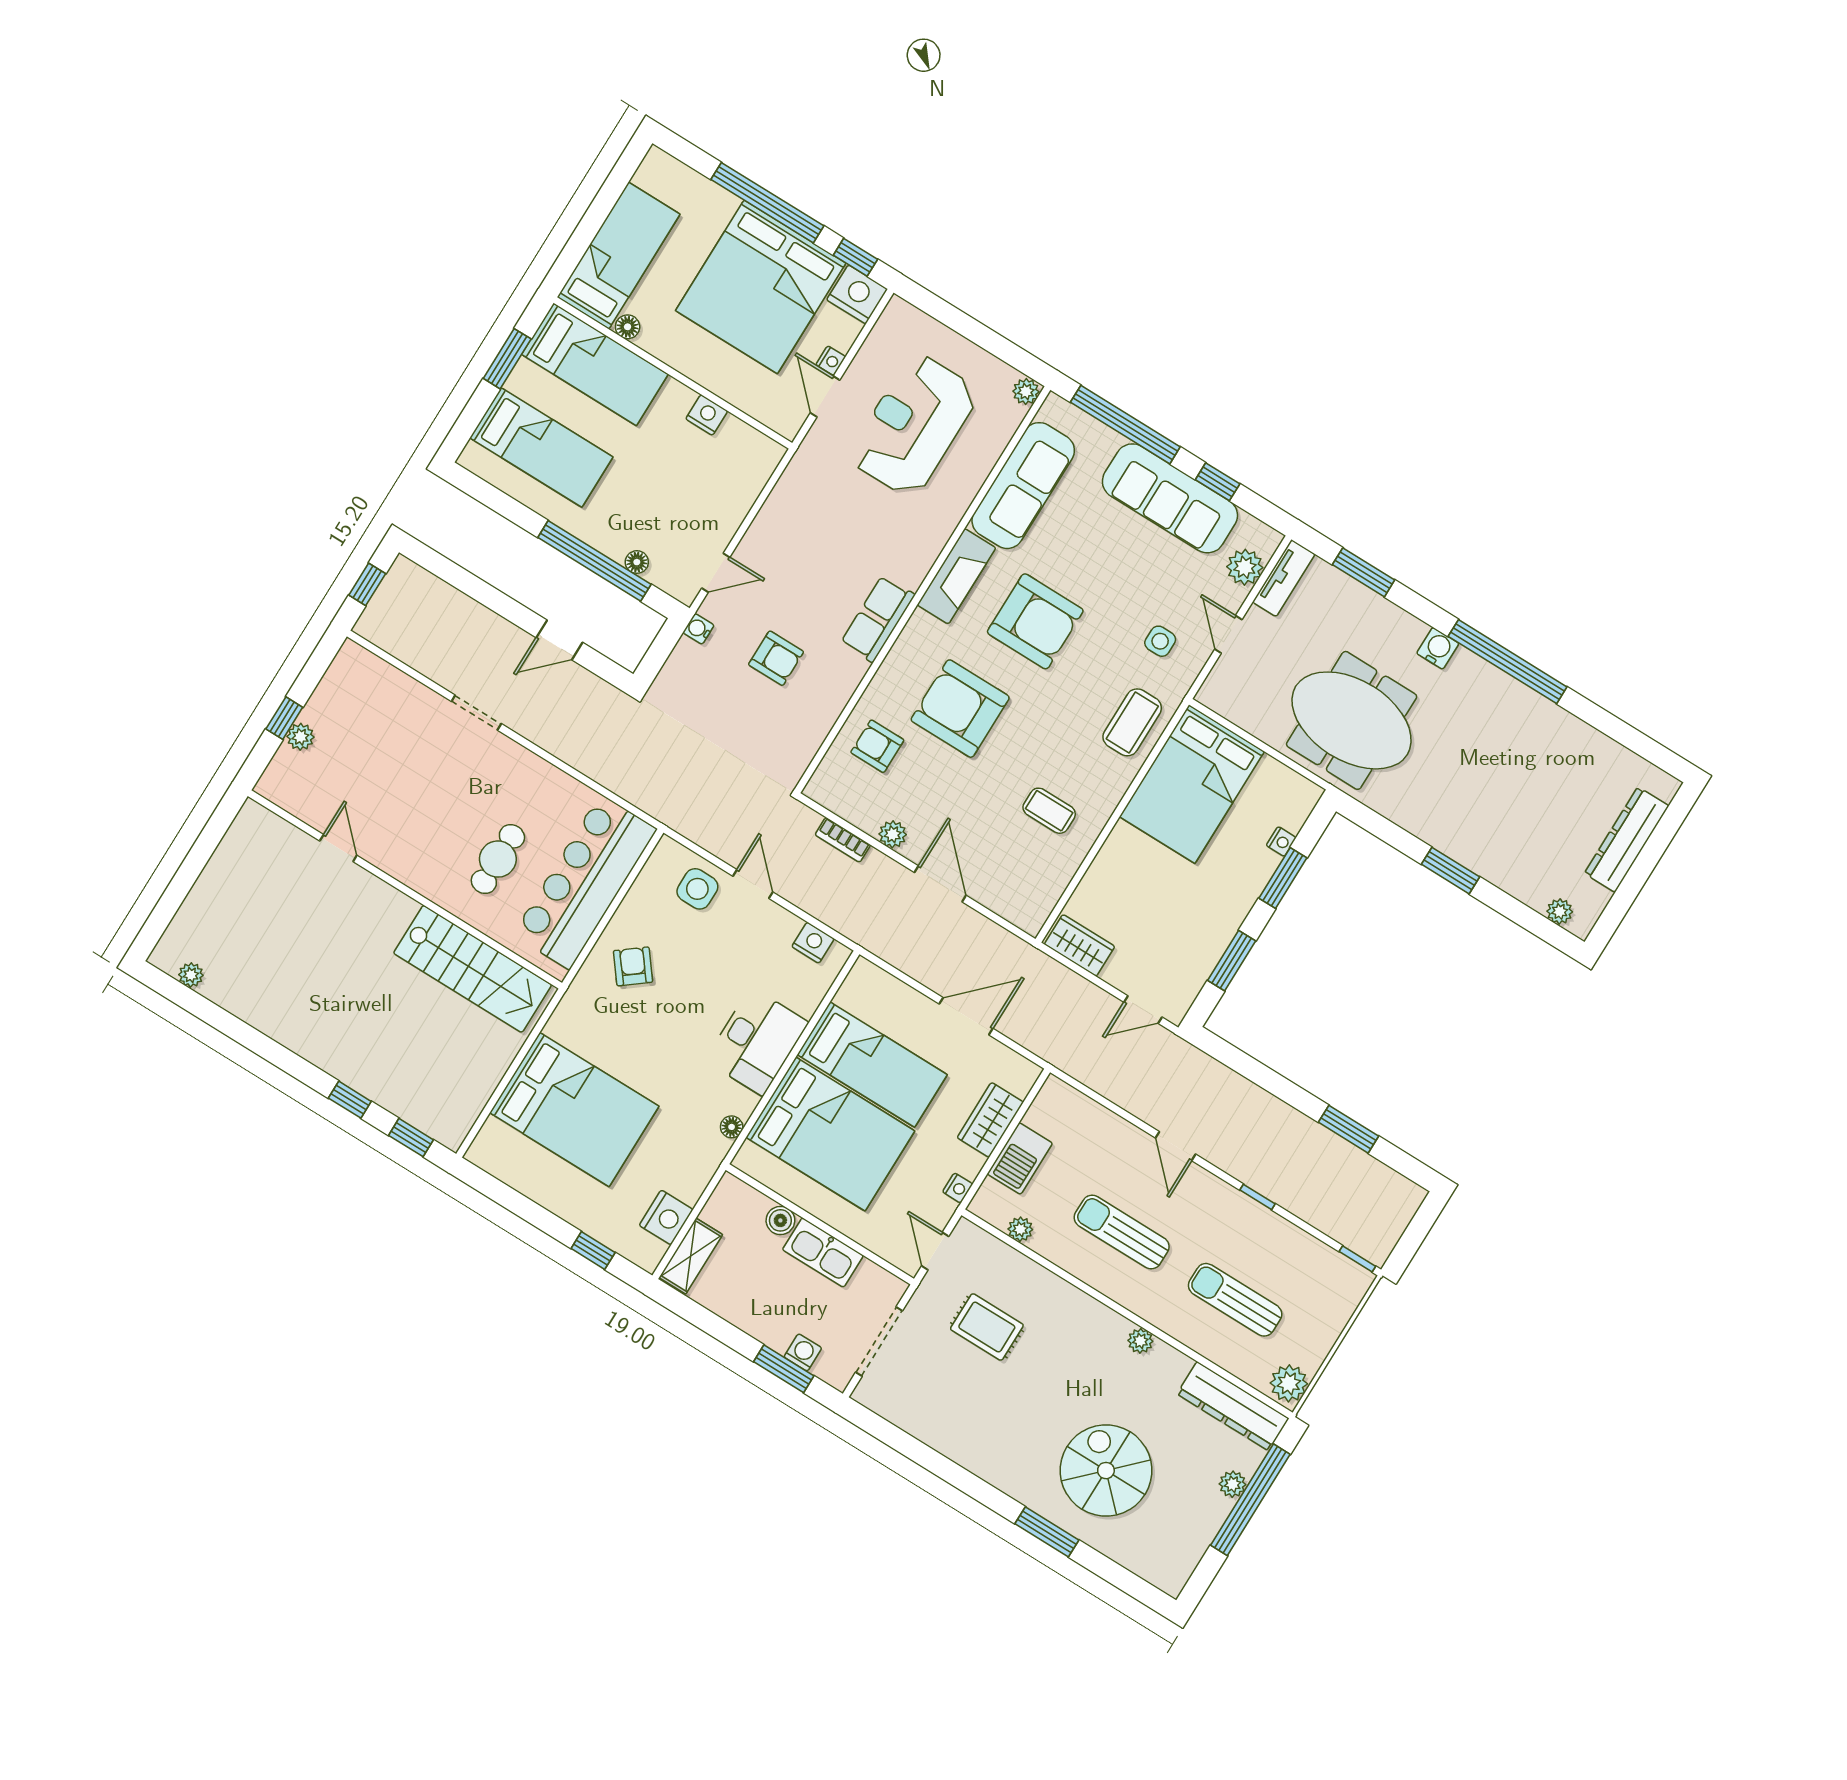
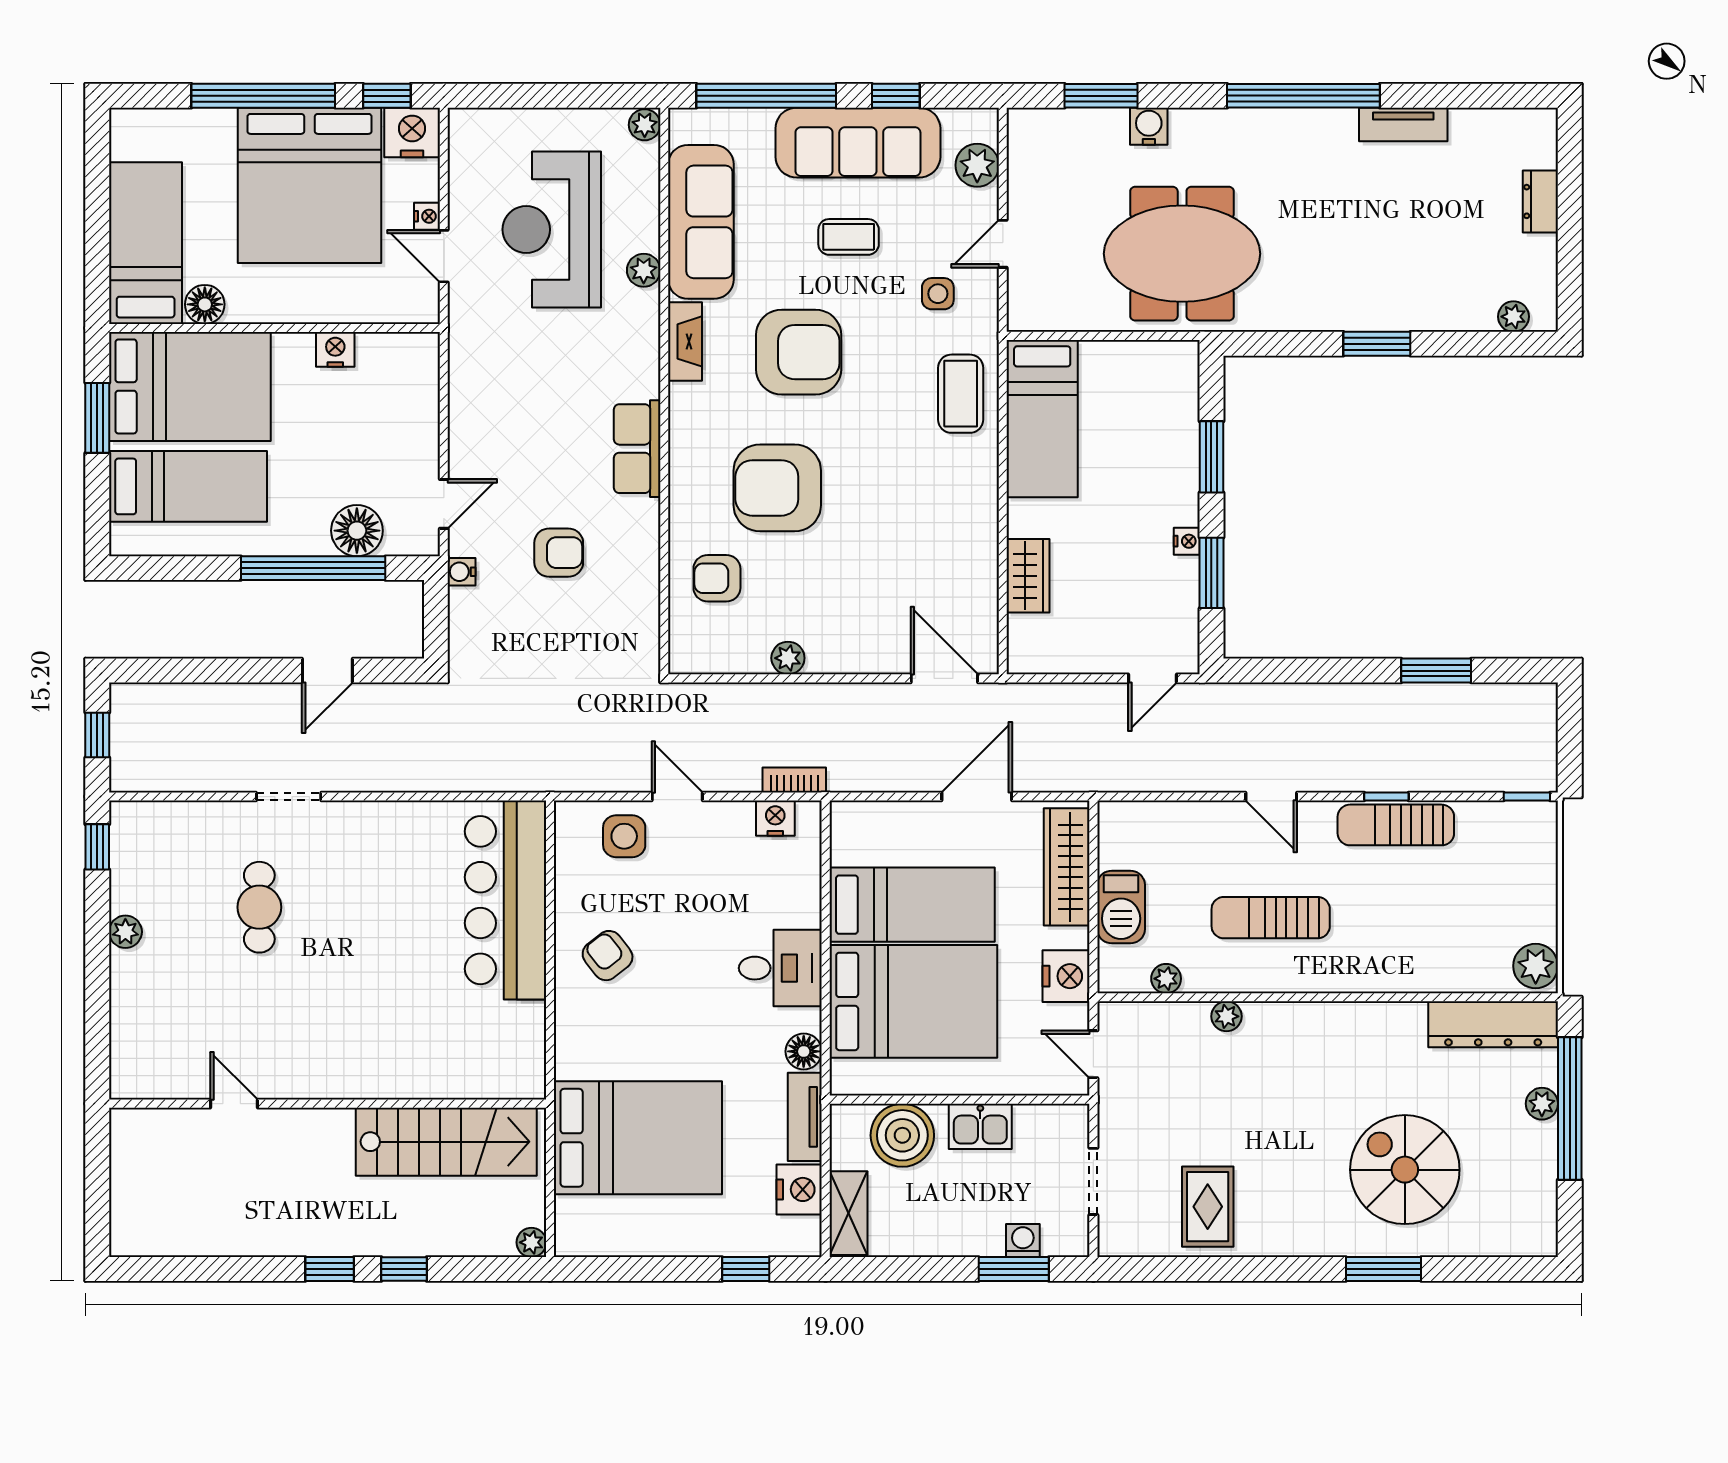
floor lamp: (628, 327) -> (205, 304), width x1.37, depth x1.37
bed: (595, 364) -> (190, 386), width x1.50
plant: (961, 495) -> (644, 270), added
floor lamp: (637, 562) -> (357, 531), width x1.89, depth x1.89
fireplace: (956, 576) -> (685, 341), width x0.73, depth x0.76
tv unit: (1284, 578) -> (1403, 124), moved, turned 90
door: (1228, 634) -> (1003, 244), hinge flipped
water cooler: (1438, 648) -> (1149, 126), moved
window: (284, 718) -> (97, 847), moved
bed: (1192, 784) -> (1042, 419), width x0.67
coffee table: (1049, 811) -> (849, 237), moved
bookcase: (843, 840) -> (794, 780), moved, turned 180
dresser: (1627, 840) -> (1540, 201), width x0.51, depth x0.80
nightstand: (1281, 841) -> (1187, 541), moved
door: (338, 848) -> (234, 1104), moved
cafe table: (498, 859) -> (259, 907), moved
door: (940, 884) -> (944, 678), moved
wall: (405, 889) -> (328, 1104), moved
wardrobe: (1080, 945) -> (1028, 576), moved, turned 90
stairs: (473, 969) -> (446, 1142), moved
plant: (191, 975) -> (531, 1242), moved
desk: (757, 1041) -> (780, 968), width x0.73
wardrobe: (990, 1120) -> (1067, 867), width x1.50
floor lamp: (732, 1127) -> (804, 1051), width x1.37, depth x1.37
window: (411, 1138) -> (330, 1269), moved
tv unit: (702, 1168) -> (805, 1117), added
nightstand: (958, 1188) -> (1066, 976), width x1.89, depth x1.79
boiler: (780, 1220) -> (902, 1135), width x1.86, depth x1.86
kitchen sink: (823, 1253) -> (980, 1126), width x0.73
sun lounger: (1235, 1300) -> (1396, 825), moved
rug: (987, 1327) -> (1208, 1207), moved, turned 90
plant: (1140, 1341) -> (1226, 1016), moved
doorway: (879, 1342) -> (1093, 1181), width x0.73

